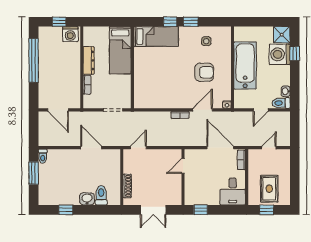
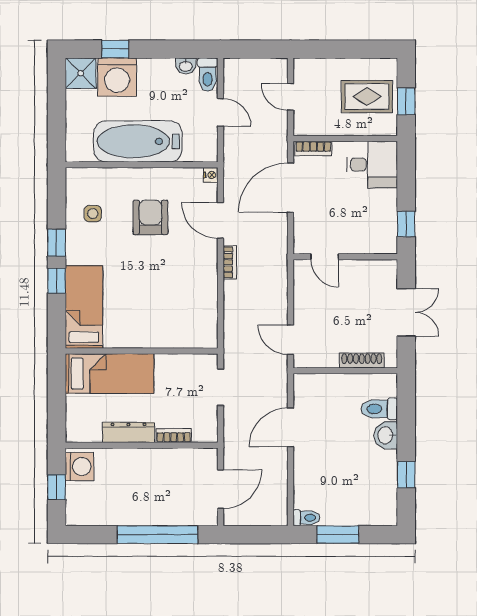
window: (34, 60) -> (157, 535), moved

